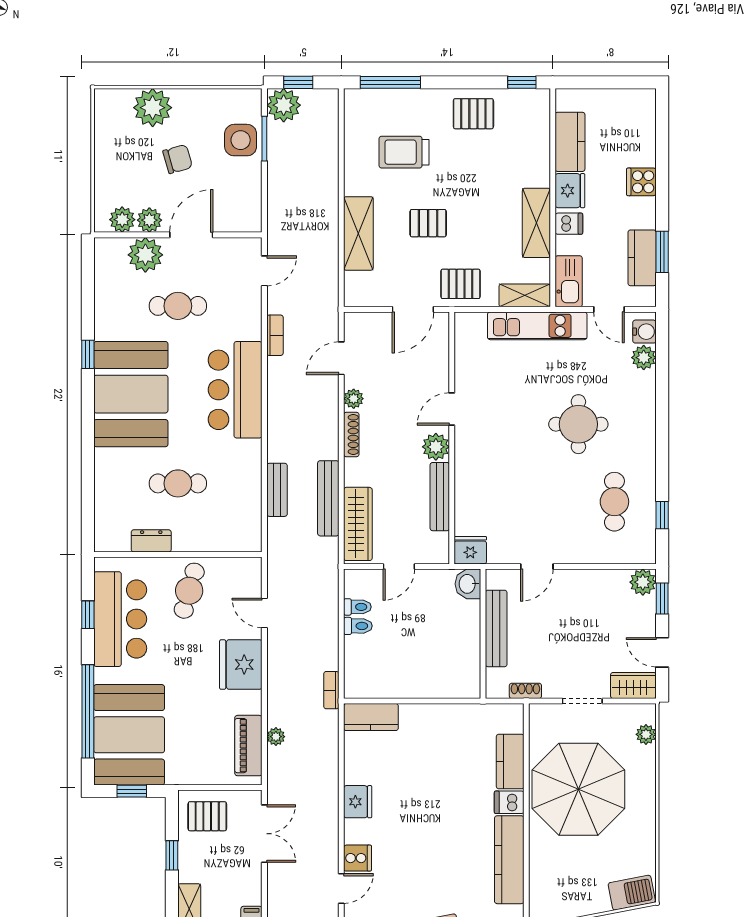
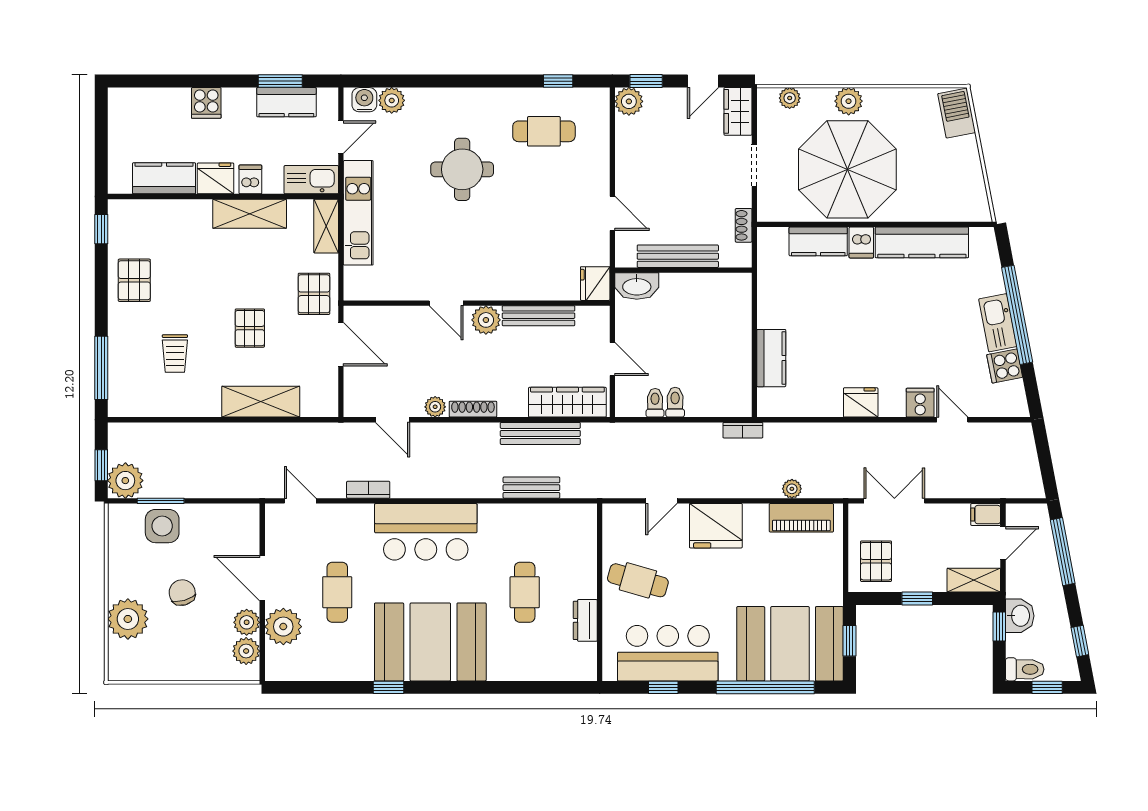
trolley: (404, 152) -> (175, 353), width x0.73, depth x0.72
washbasin: (468, 584) -> (637, 286), width x1.38
kitchen counter: (371, 717) -> (771, 358), moved
plant: (643, 790) -> (849, 101), added

